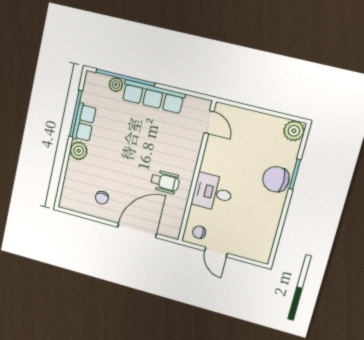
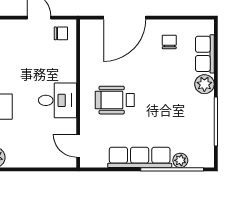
row of seats: (84, 123) -> (205, 54), moved
wheelchair: (165, 182) -> (115, 100), moved, width x1.36, depth x1.37
desk: (213, 192) -> (57, 100), moved

